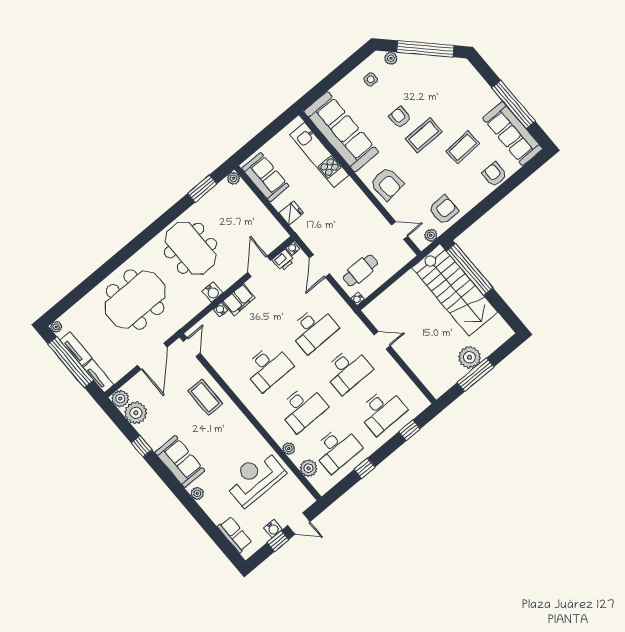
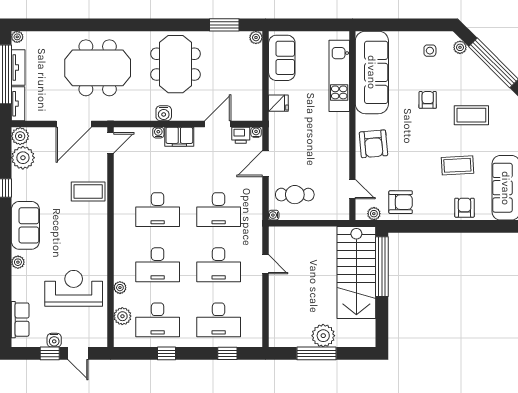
coffee table: (424, 135) -> (471, 115), moved
coffee table: (205, 397) -> (88, 192), turned 90

